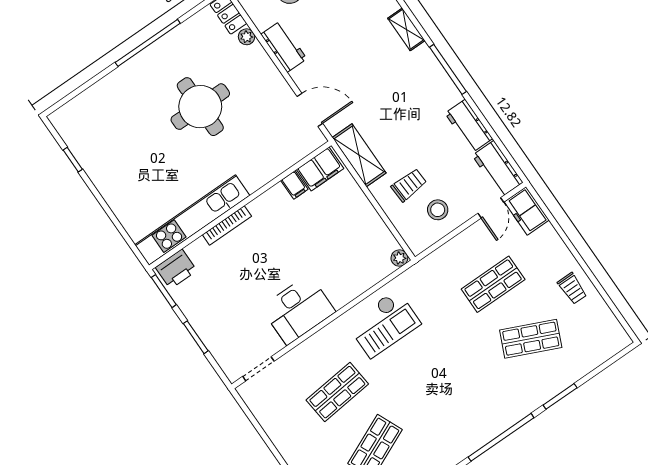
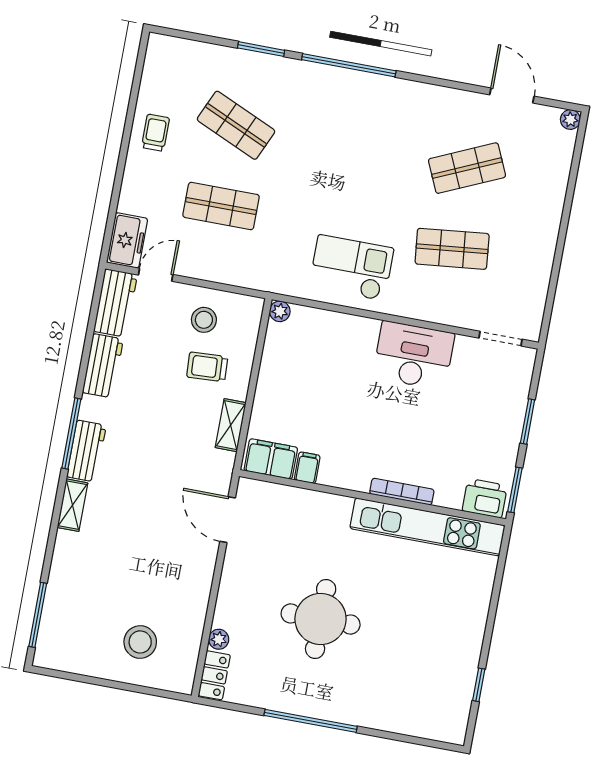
workbench: (284, 47) -> (86, 451), moved, turned 180
shelving: (359, 155) -> (231, 425), width x0.67, depth x0.75

